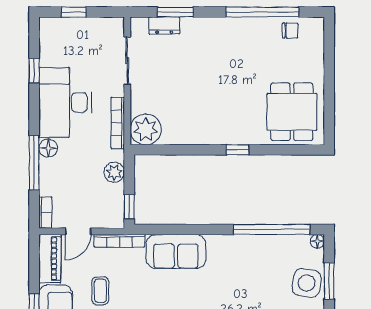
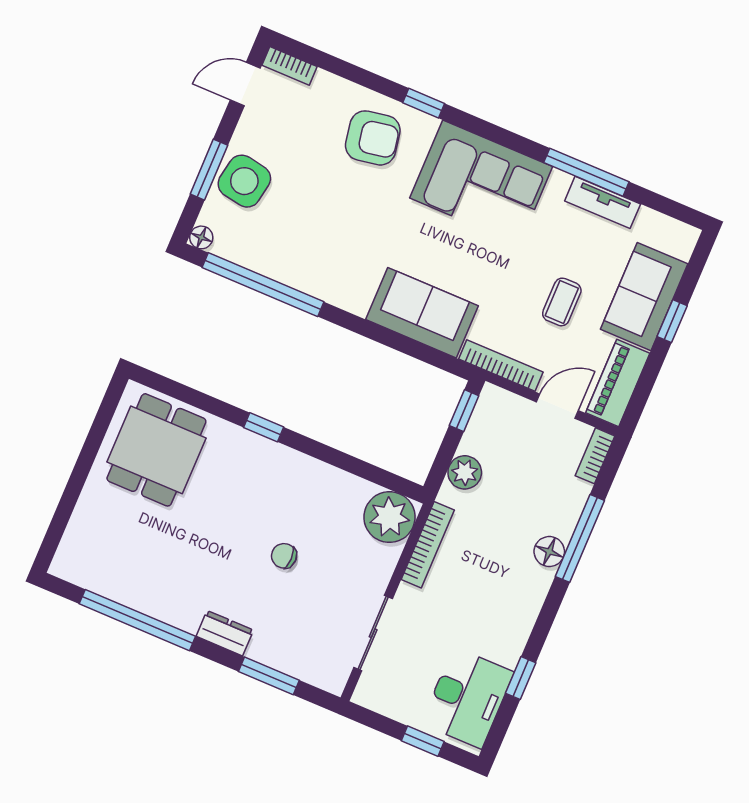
dresser: (164, 25) -> (225, 633), moved
chair: (290, 31) -> (284, 556), moved
desk: (65, 102) -> (467, 698), moved, width x0.73, depth x0.77

